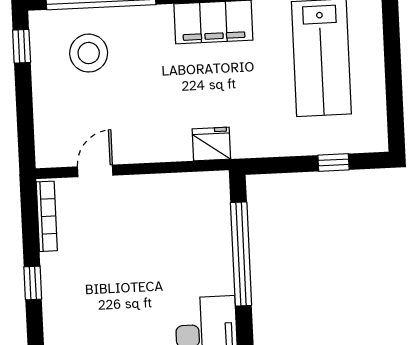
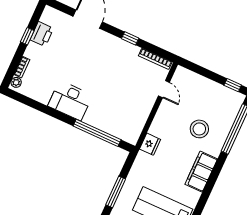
stool: (89, 53) -> (199, 129), moved
window: (334, 162) -> (116, 192), width x2.17

